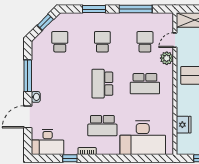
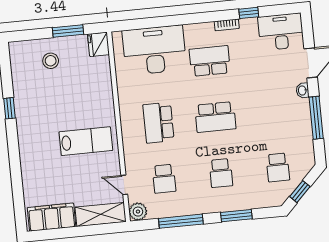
door: (175, 40) -> (124, 185), swing flipped
plant: (167, 58) -> (138, 212), moved
school desk: (102, 84) -> (215, 117), turned 90
school desk: (145, 84) -> (158, 123), turned -90
fridge: (184, 125) -> (98, 44), moved

